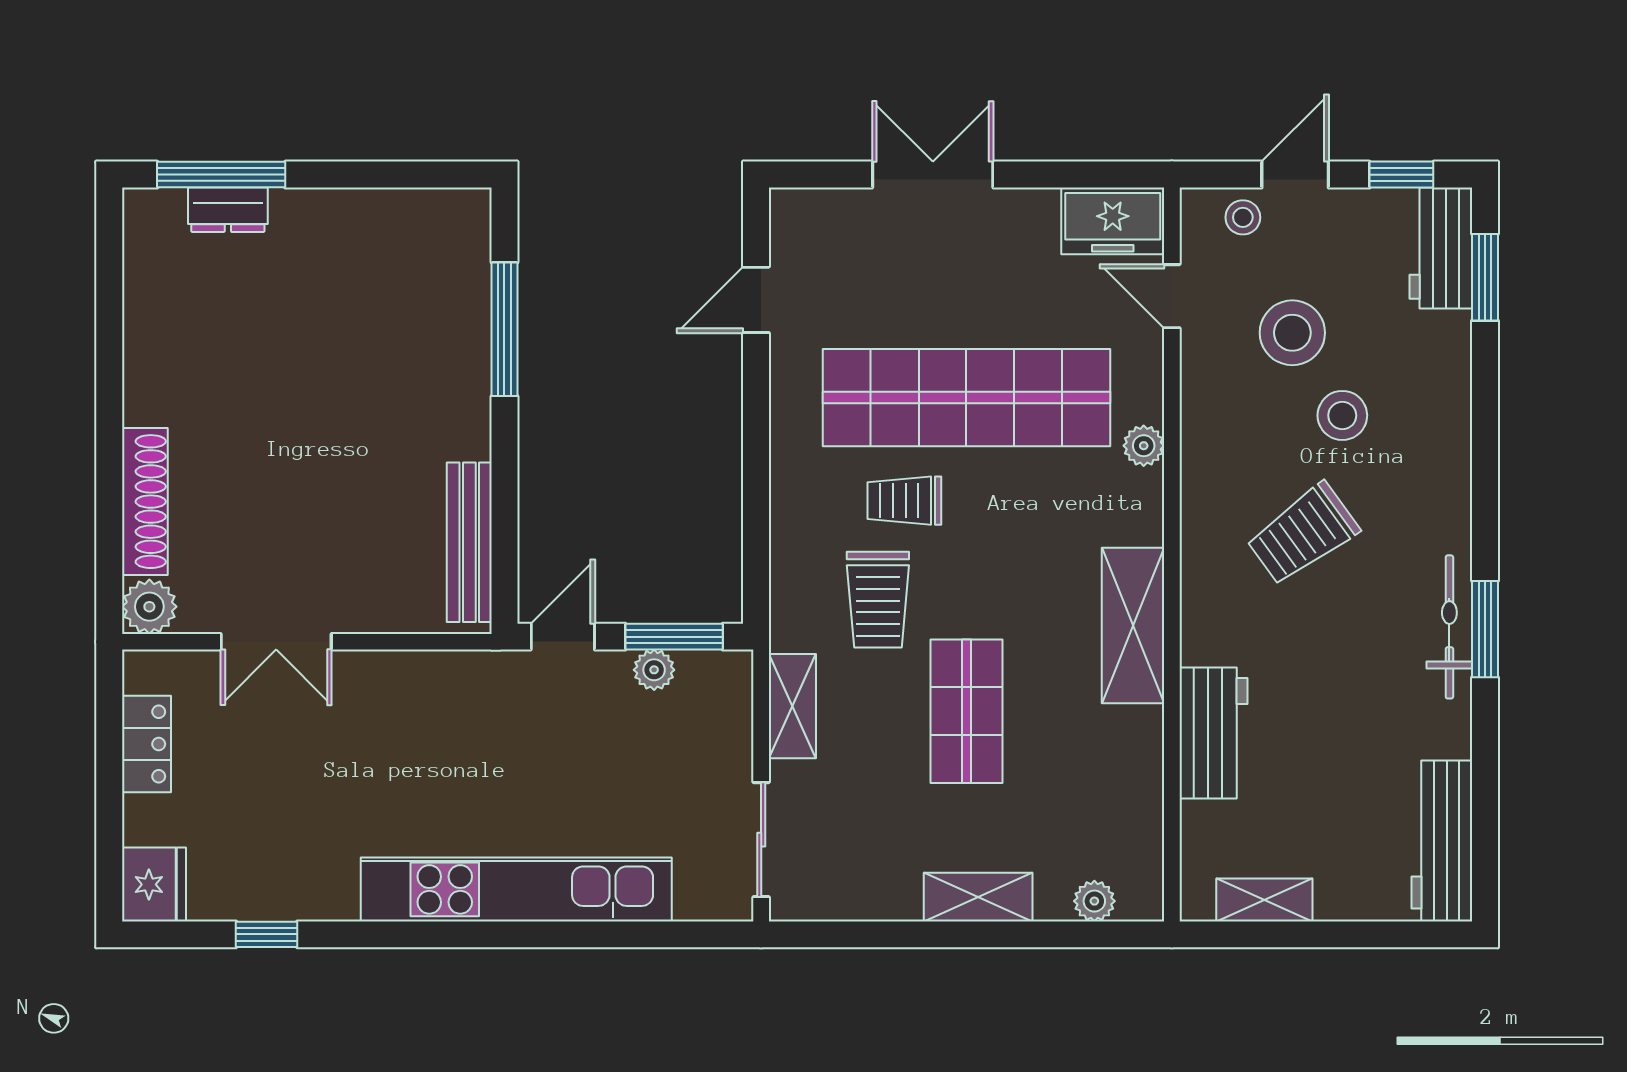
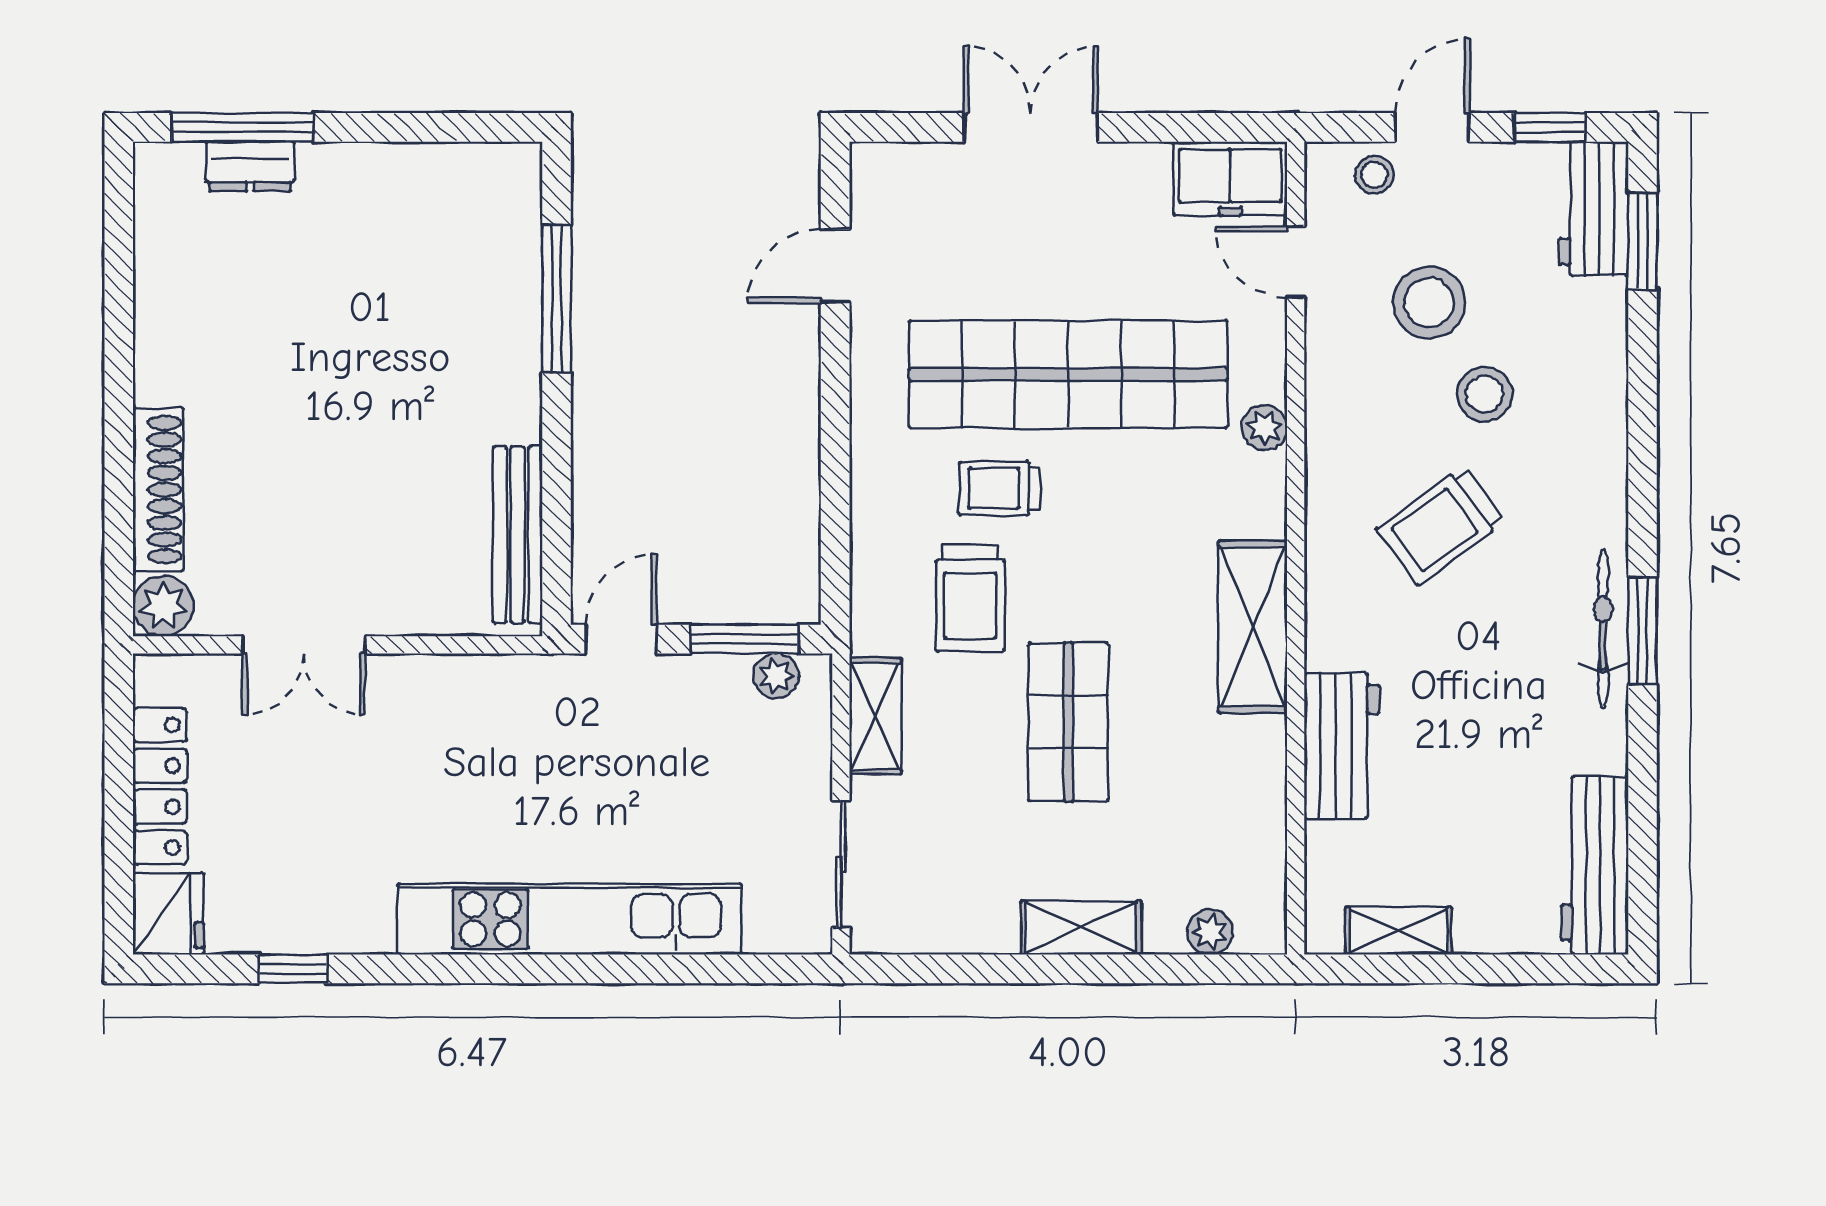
plant: (654, 670) -> (776, 676), moved
locker: (146, 744) -> (160, 786), width x1.53

